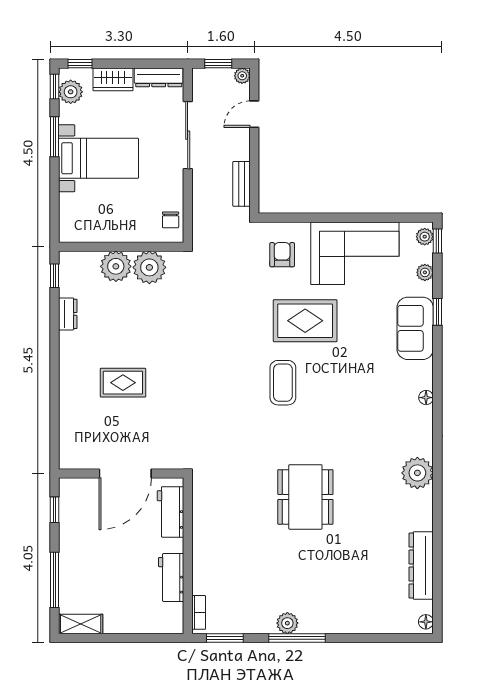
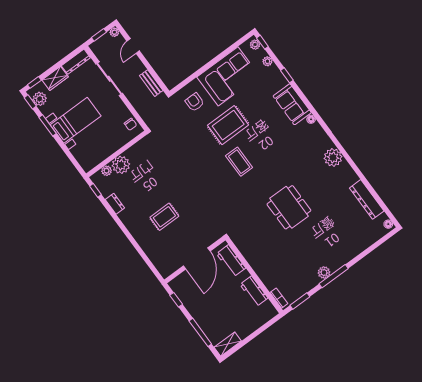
plant: (149, 267) -> (107, 171), moved, width x0.53, depth x0.53
sofa: (415, 328) -> (292, 104), moved

